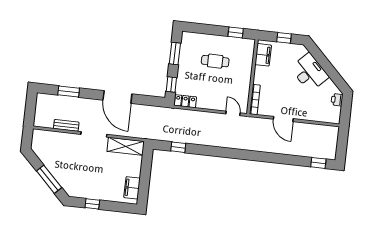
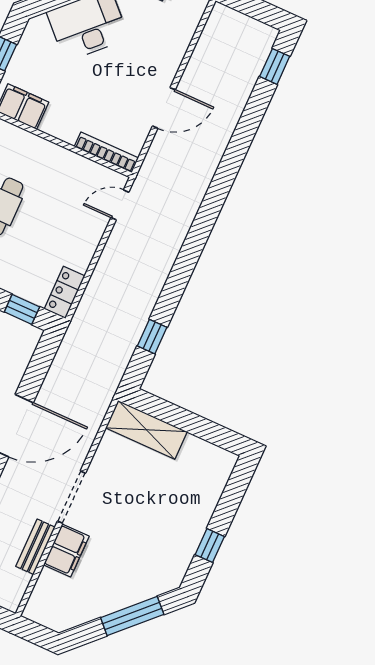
shelving: (126, 146) -> (146, 430), moved, turned 90
filing cabinet: (132, 188) -> (66, 551), moved, turned -90

